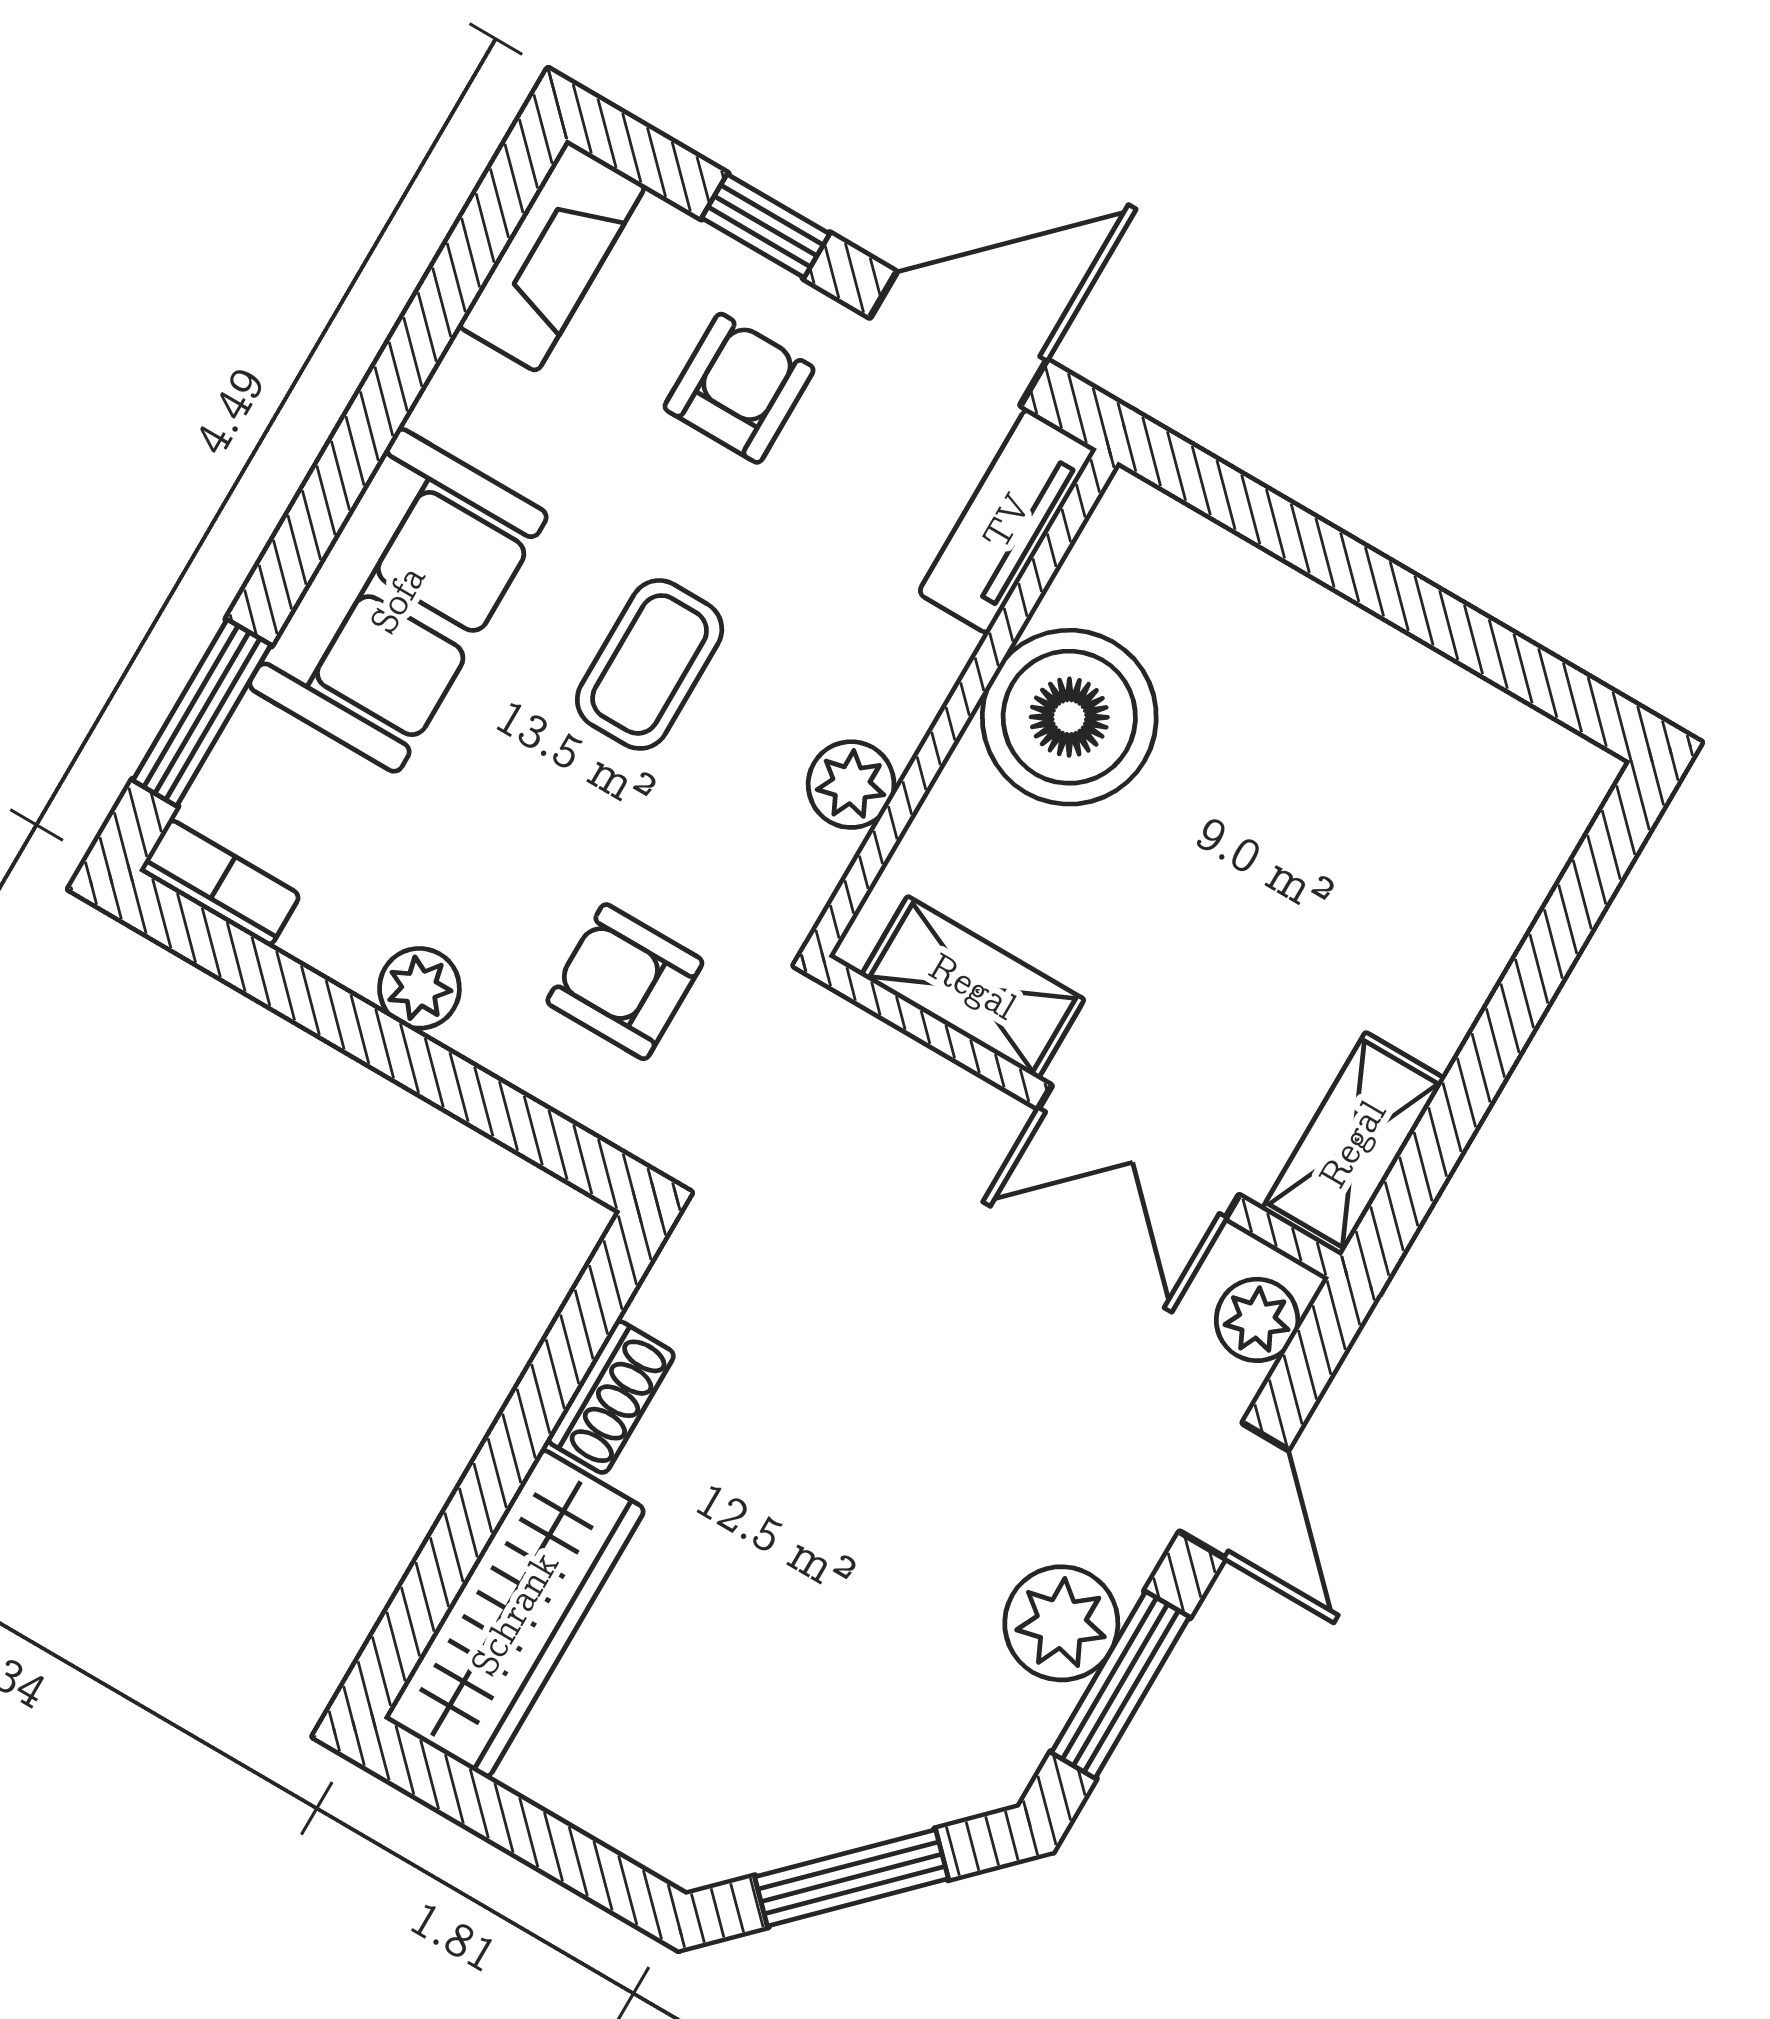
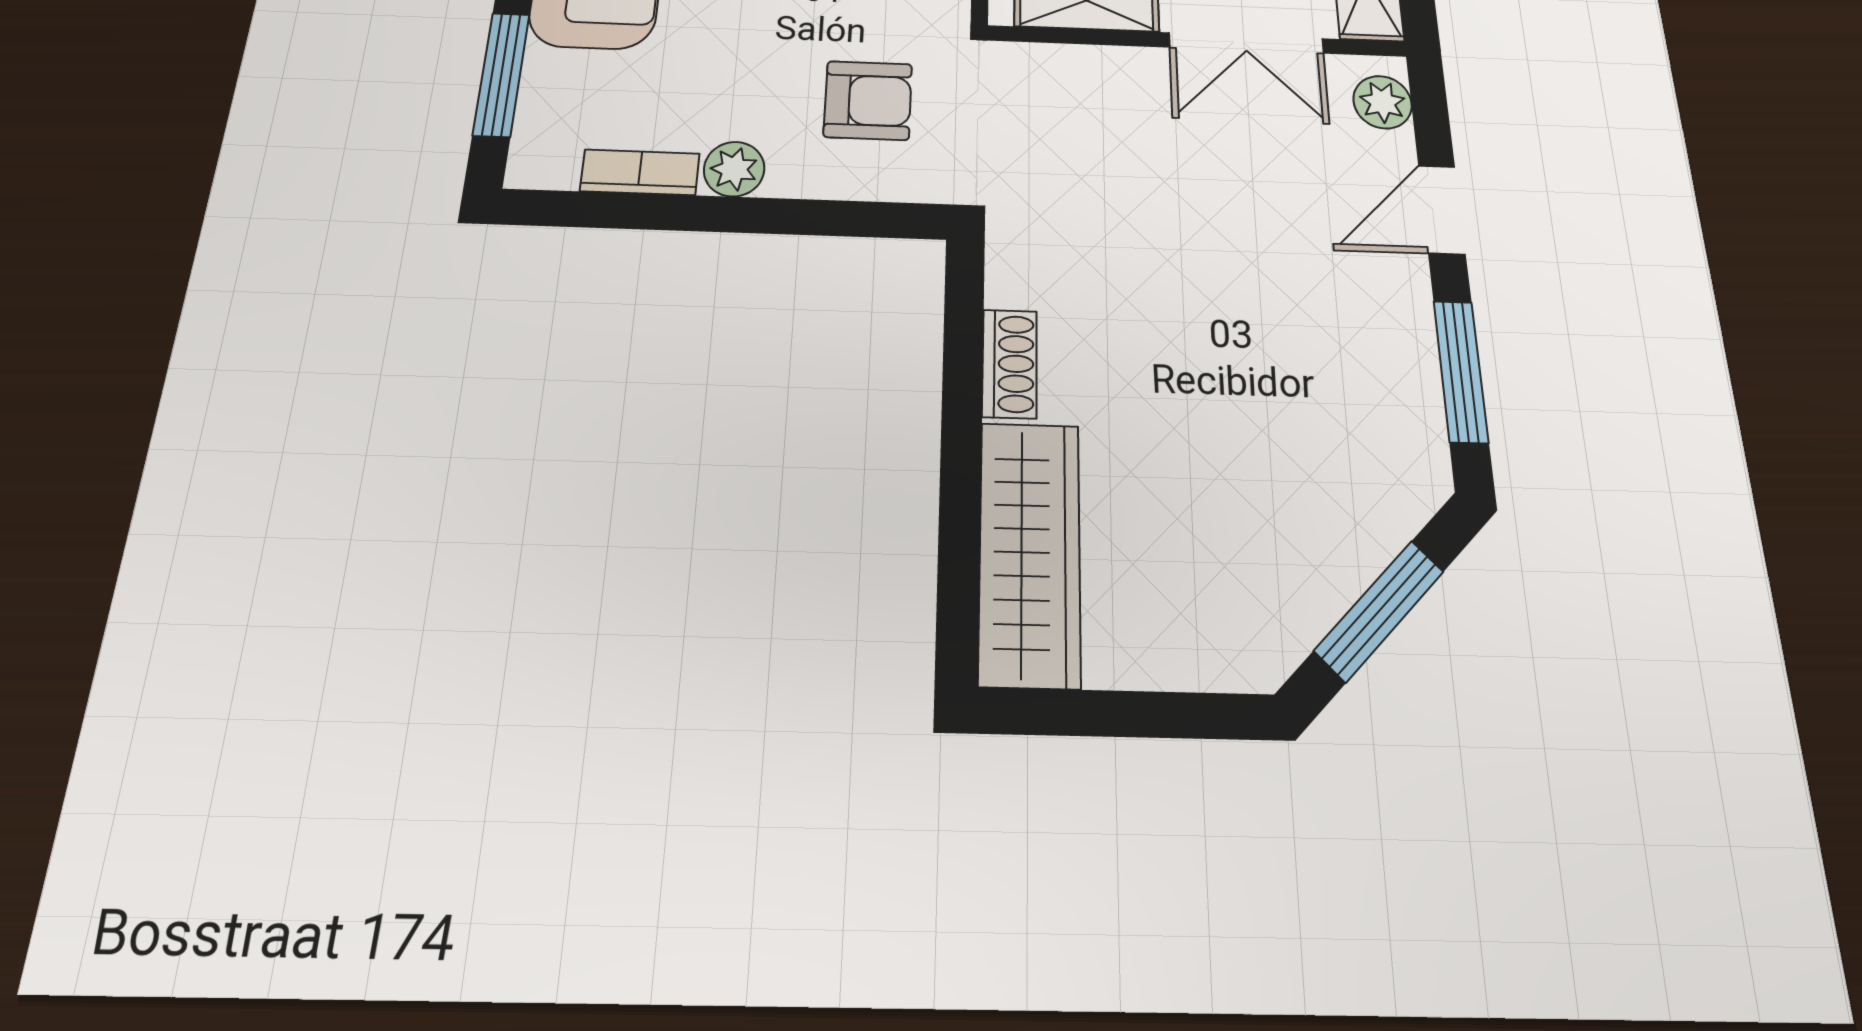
bookcase: (220, 883) -> (640, 172), moved
armchair: (625, 982) -> (868, 100), turned 180
door: (1234, 1491) -> (1442, 210), swing flipped
plant: (1061, 1623) -> (1396, 352), removed

